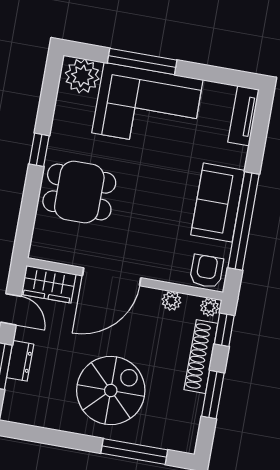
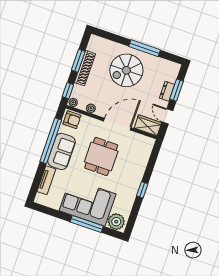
tv unit: (243, 116) -> (46, 180), moved
dining table: (79, 192) -> (101, 156), moved, turned 90
armchair: (207, 271) -> (72, 120), turned -90
shoe rack: (201, 357) -> (85, 68), moved
window: (134, 452) -> (145, 48), moved

